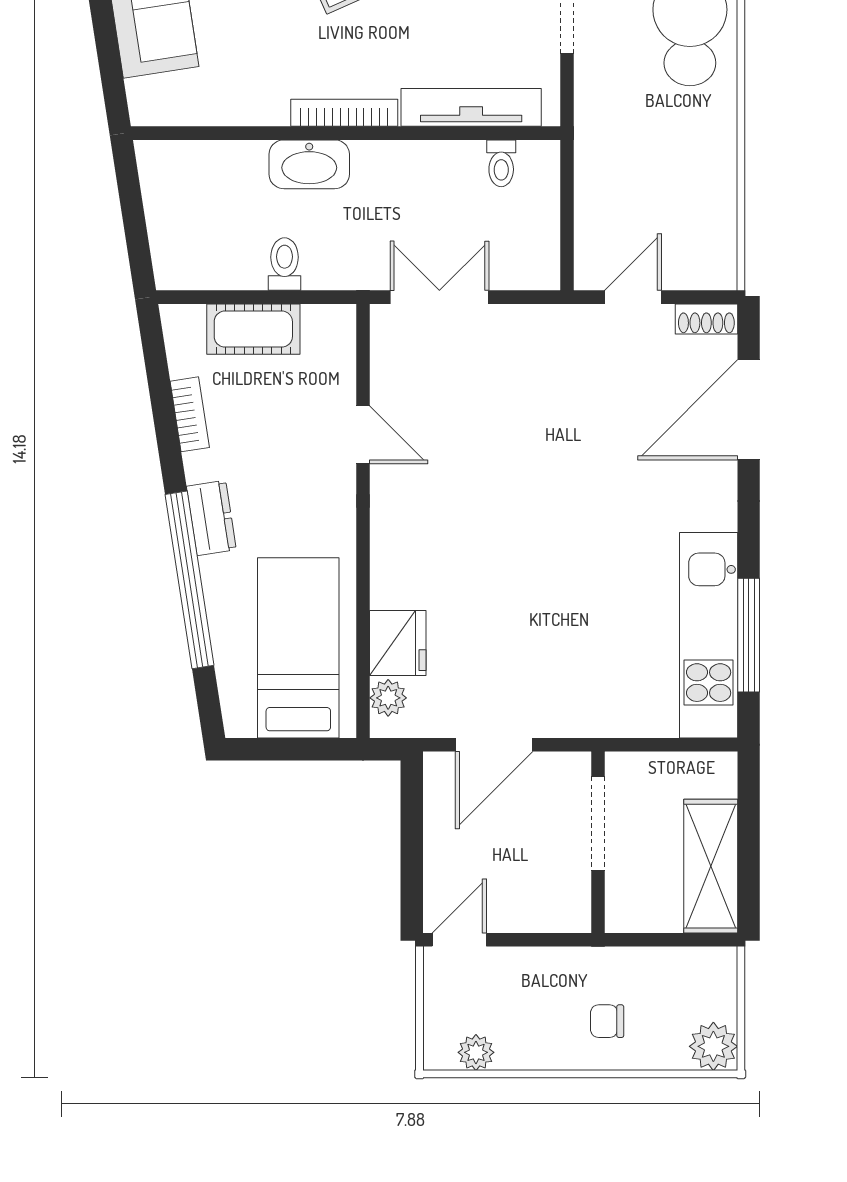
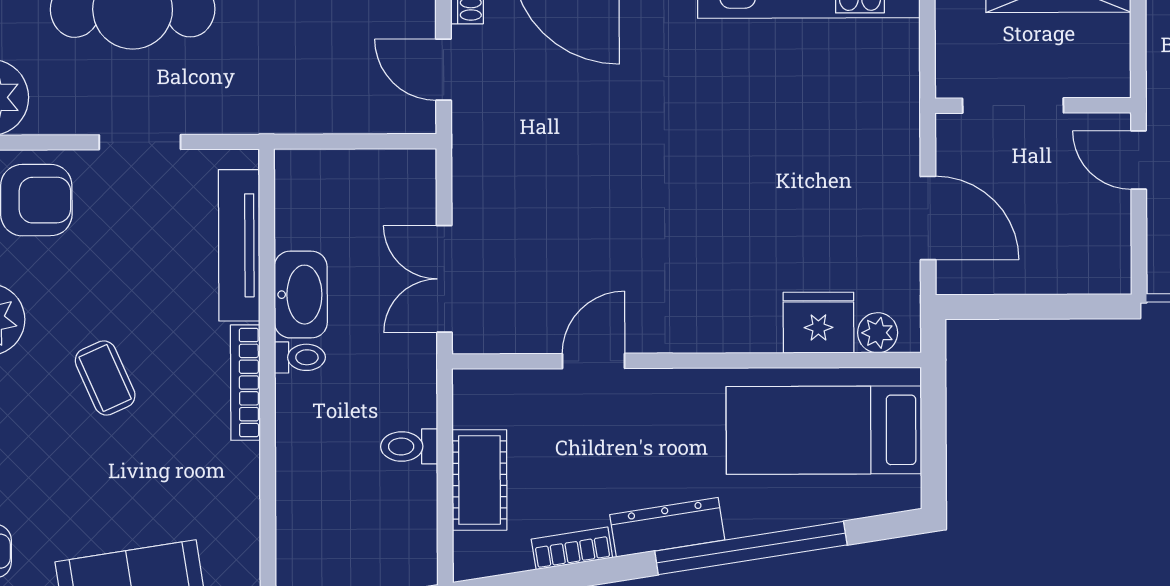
toilet: (501, 163) -> (300, 357), moved
washbasin: (309, 164) -> (301, 295), moved
dresser: (211, 518) -> (667, 527), width x1.44
door: (459, 940) -> (1139, 160), moved

